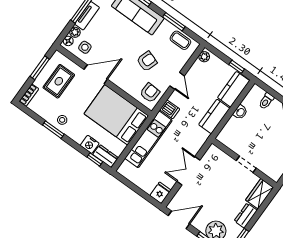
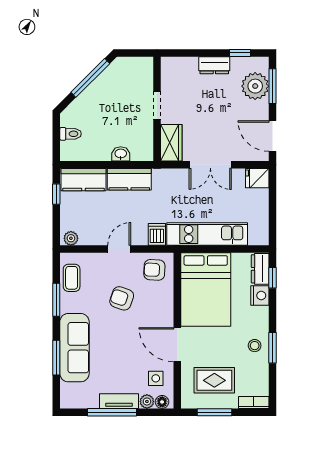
washbasin: (240, 112) -> (121, 154), moved
wardrobe: (260, 194) -> (171, 143), moved, turned -90

